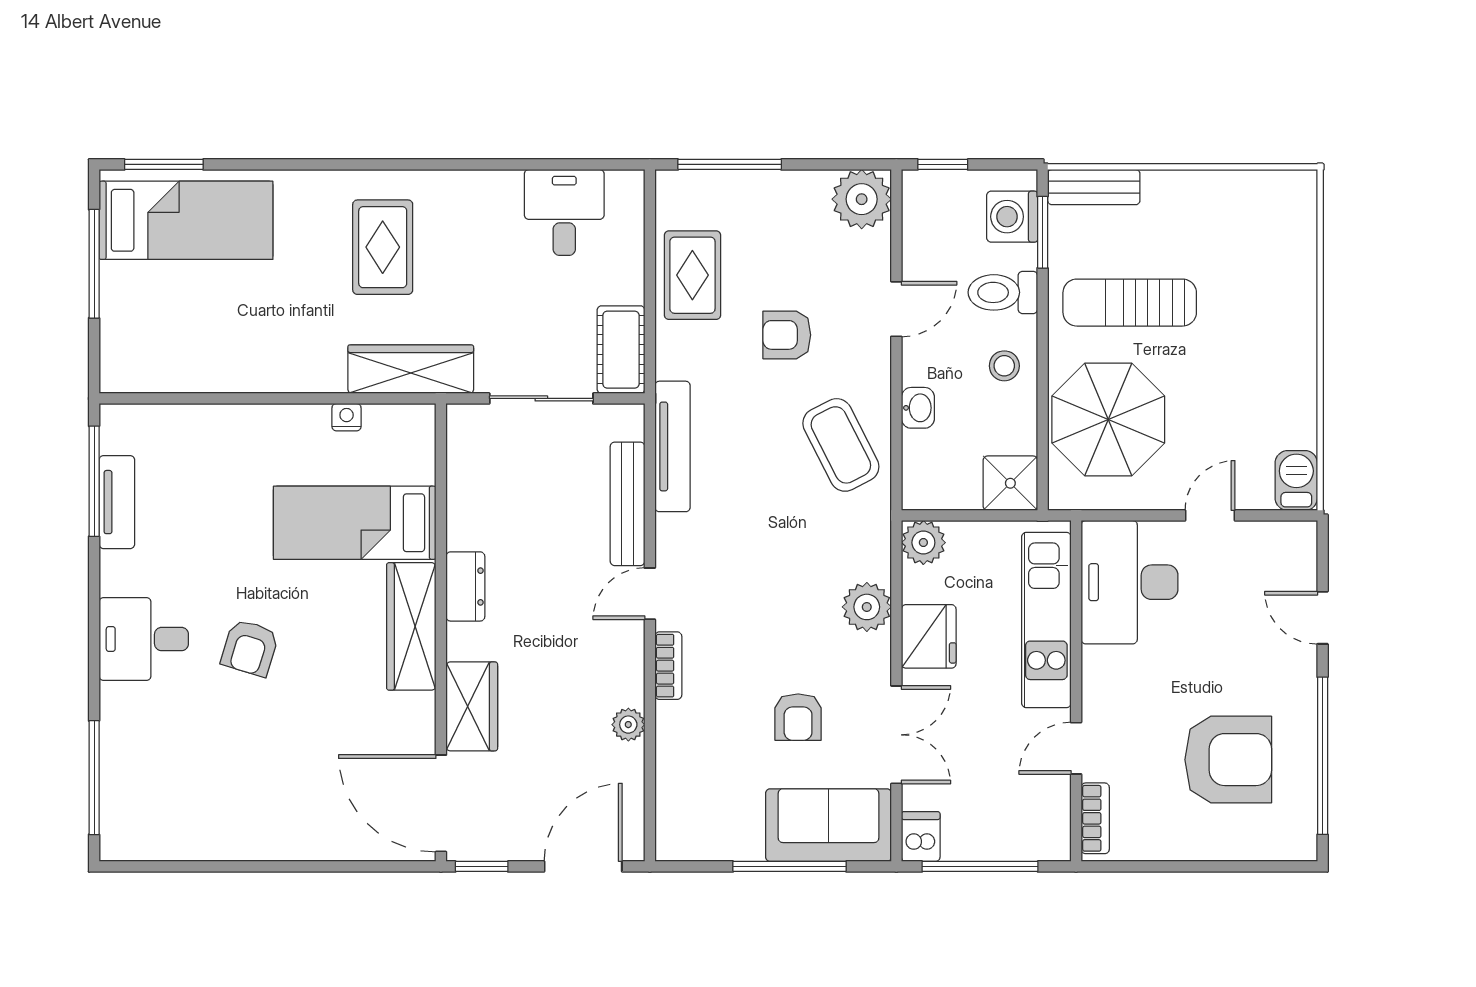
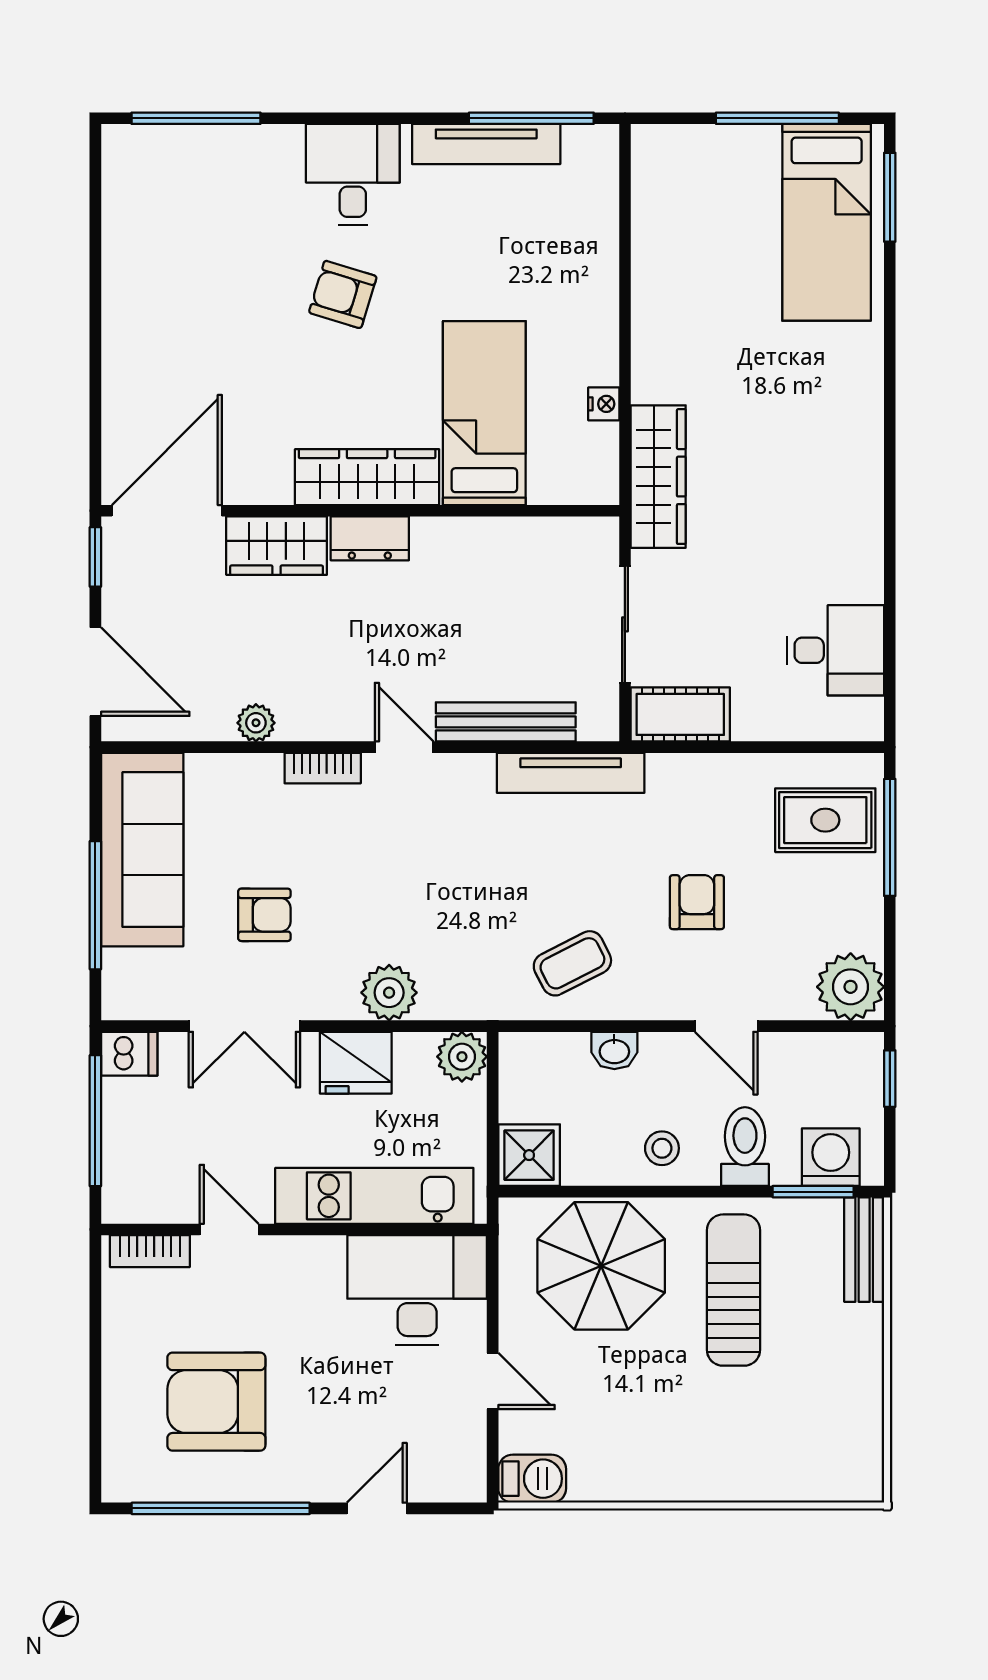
rug: (383, 247) -> (796, 445), removed
rug: (692, 275) -> (825, 820), moved
coffee table: (841, 445) -> (572, 963), width x0.73, depth x0.77
tv unit: (117, 502) -> (486, 144), width x1.41
dresser: (465, 586) -> (370, 538), moved
armchair: (798, 717) -> (264, 915), turned 180
armchair: (1228, 760) -> (216, 1402), turned 90
sofa: (829, 825) -> (142, 850), moved, width x1.36

